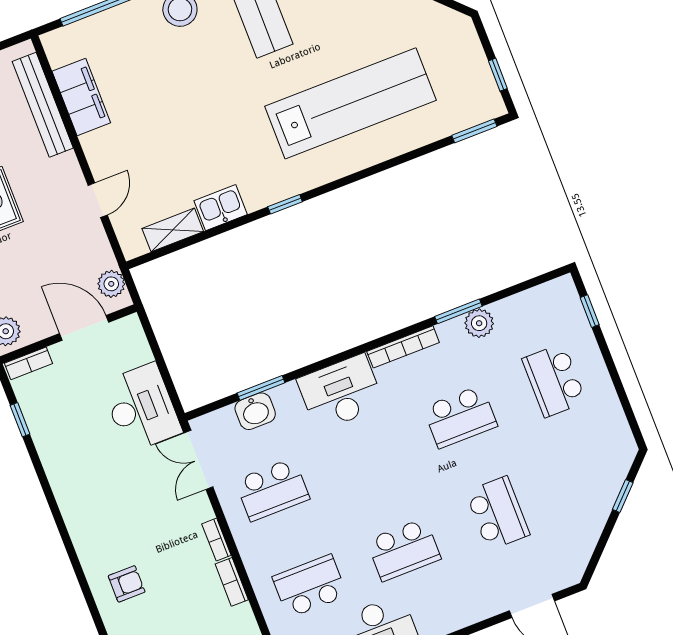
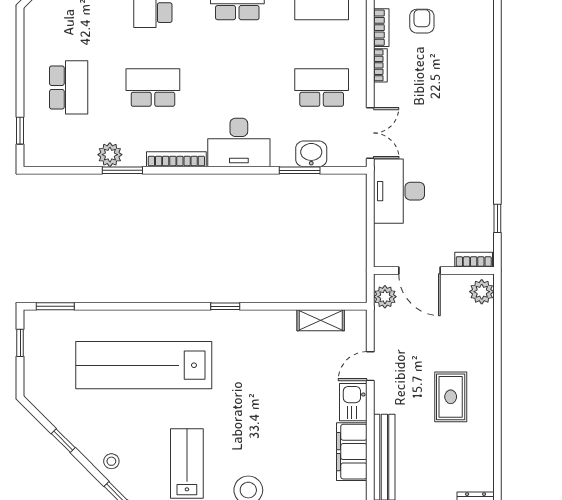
kitchen sink: (221, 208) -> (353, 402), moved, turned 90
armchair: (127, 584) -> (422, 21), moved, turned 90

